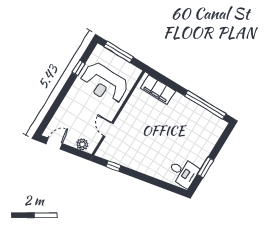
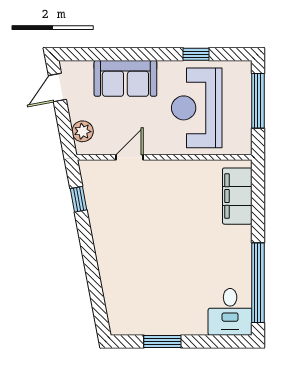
sofa: (70, 108) -> (125, 78), added
door: (54, 144) -> (57, 88), swing flipped
desk: (183, 172) -> (230, 312), moved

